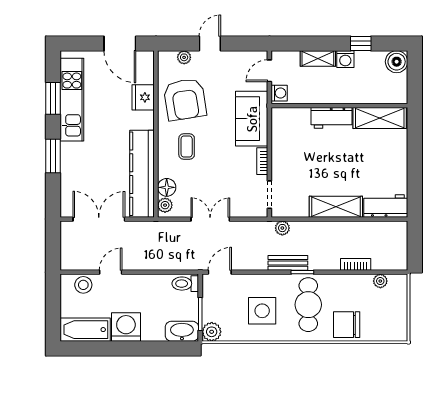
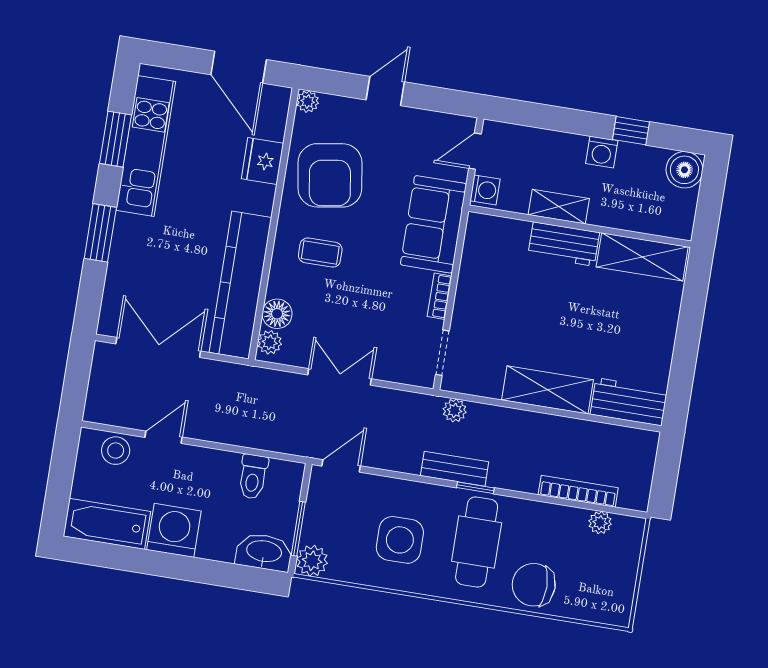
plant: (184, 57) -> (308, 101), moved
shelving: (318, 58) -> (559, 207), moved
coffee table: (187, 147) -> (320, 253), turned 90
bookcase: (356, 264) -> (578, 491), width x1.56
toilet: (185, 284) -> (253, 477), moved, turned -90

